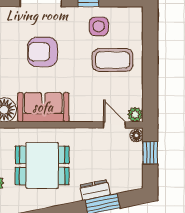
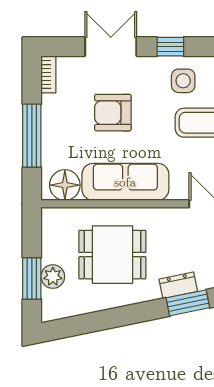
sofa: (43, 107) -> (125, 182), width x1.36

